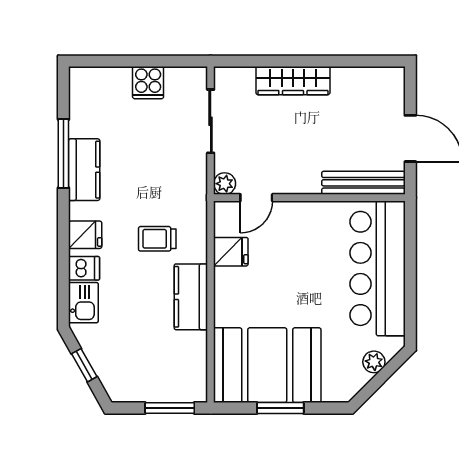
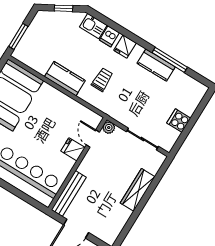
fridge: (231, 252) -> (73, 149), moved, turned 90

